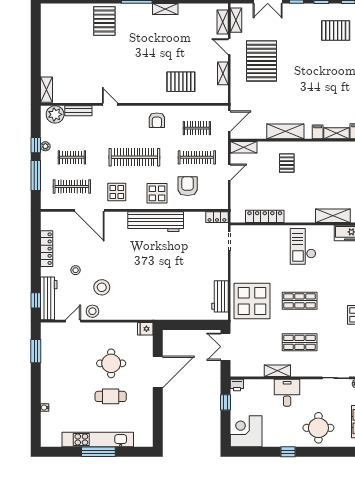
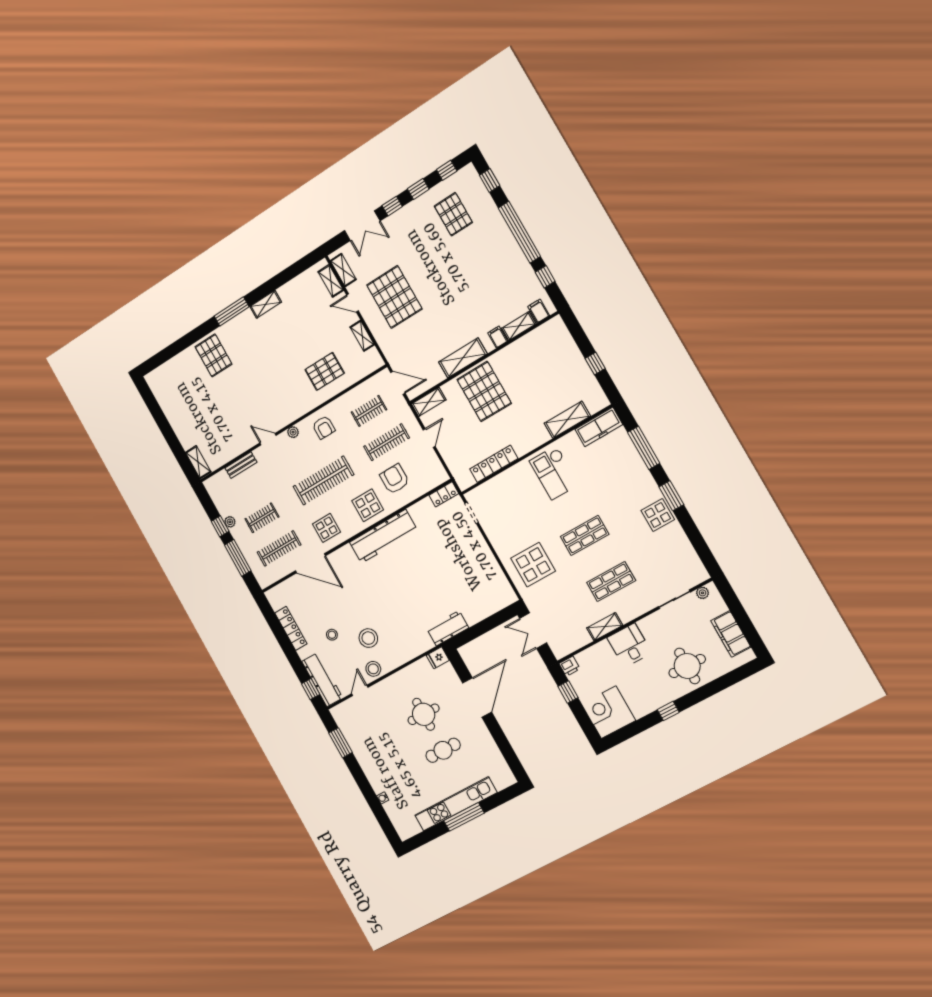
pallet: (336, 31) -> (453, 214), turned 90
plant: (55, 114) -> (293, 432), moved, width x0.53, depth x0.53
door: (229, 121) -> (398, 383), hinge flipped
pallet: (287, 163) -> (484, 391), width x2.05, depth x2.00
workbench: (220, 296) -> (448, 628), moved, turned 90
display table: (252, 301) -> (533, 565), width x0.73, depth x0.73

